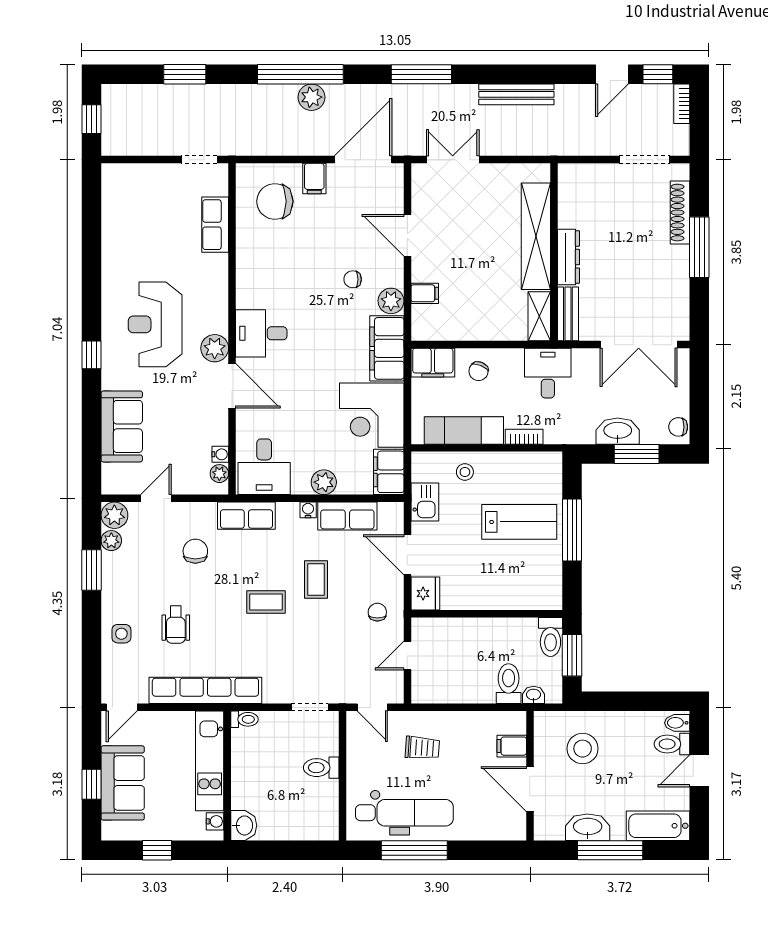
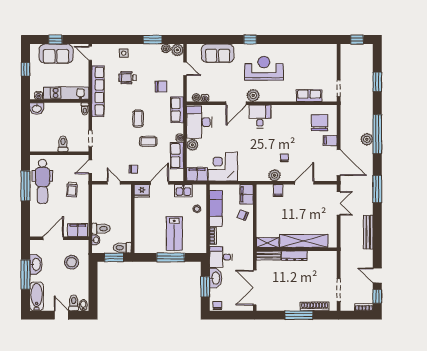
filing cabinet: (387, 348) -> (253, 173), removed
desk: (548, 373) -> (221, 257), moved, turned 180
desk: (264, 467) -> (199, 122), width x1.37
filing cabinet: (512, 746) -> (78, 230), width x2.00

